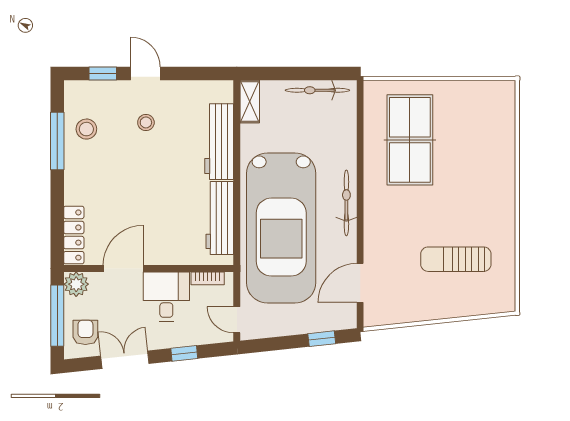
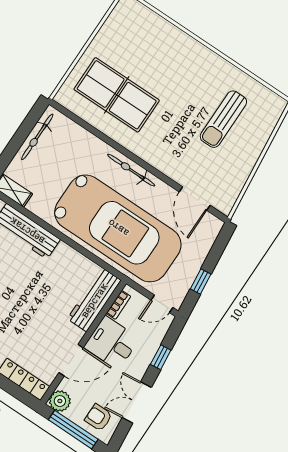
workbench: (220, 218) -> (94, 300), moved, turned 90
door: (123, 268) -> (71, 360), swing flipped
window: (322, 339) -> (201, 282), moved

